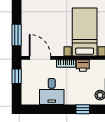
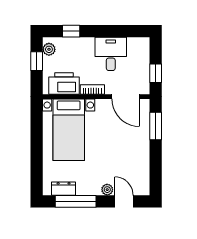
printer: (83, 66) -> (64, 83), width x1.87, depth x1.48

